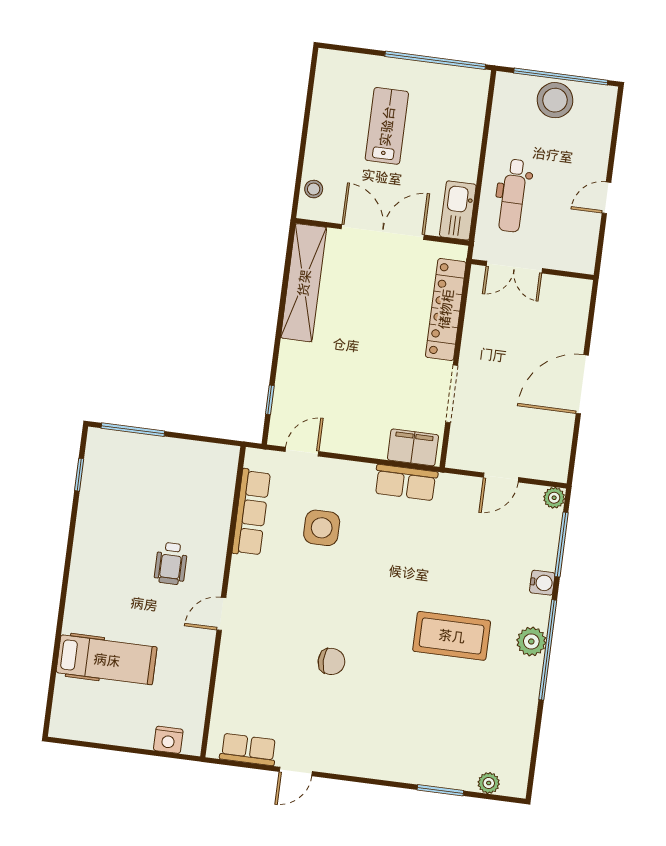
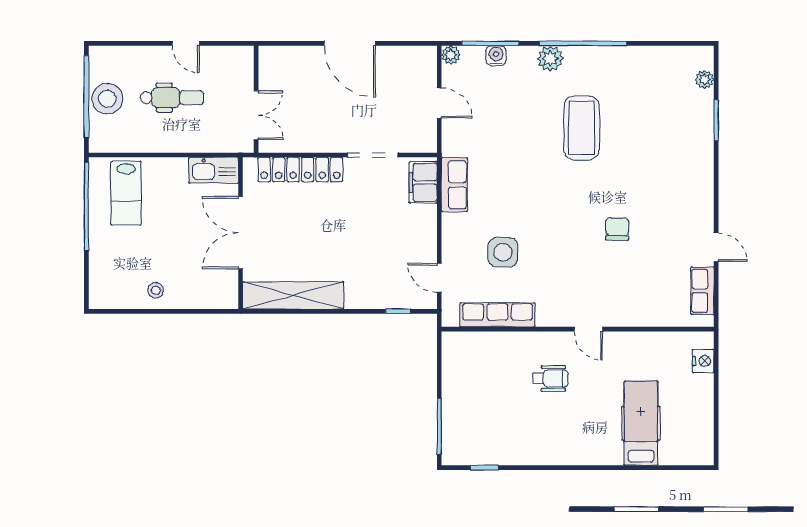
lab bench: (387, 126) -> (126, 193), moved, turned -90
stool: (314, 189) -> (156, 290), moved
dental chair: (513, 196) -> (172, 98), moved
water cooler: (542, 583) -> (496, 56), moved
plant: (531, 641) -> (550, 58), moved

